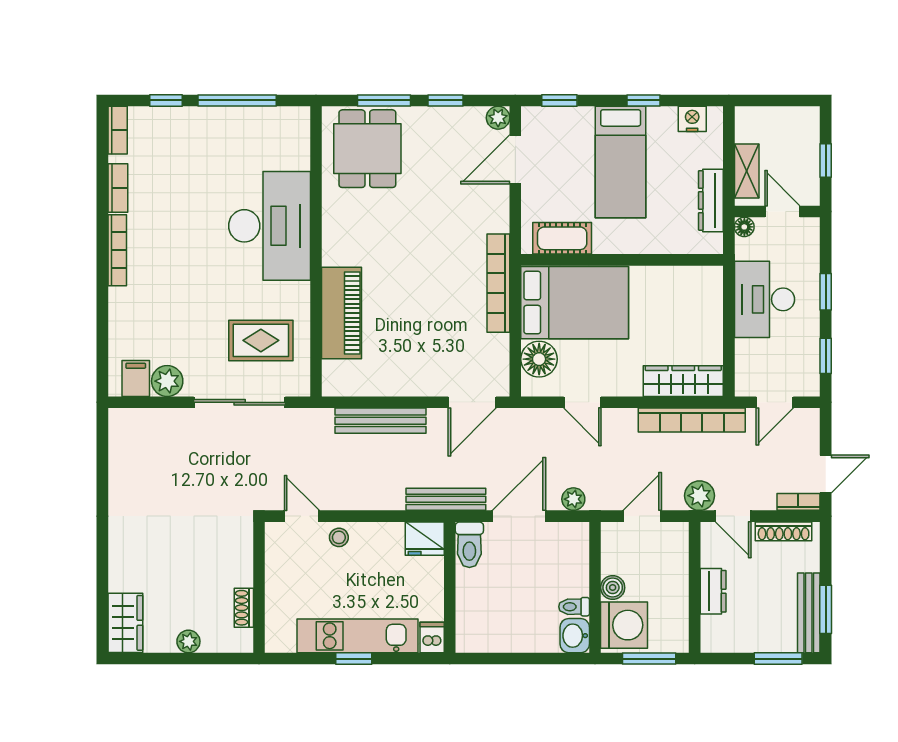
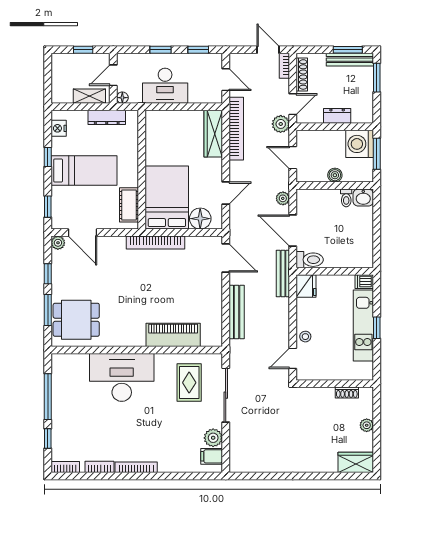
washing machine: (624, 625) -> (360, 144), moved, turned -90

